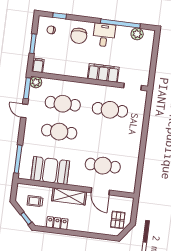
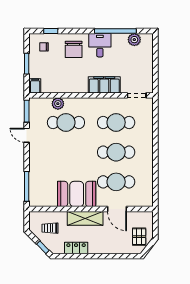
plant: (36, 82) -> (58, 104), moved
cafe table: (59, 132) -> (116, 152), moved
booth: (50, 170) -> (77, 194), moved

